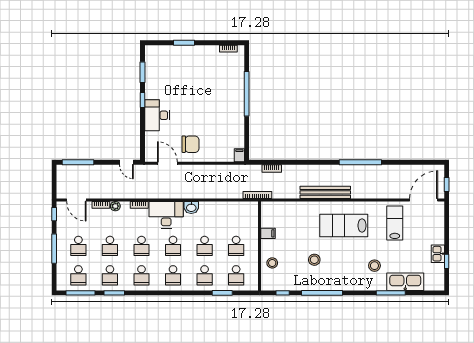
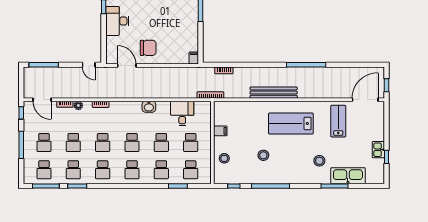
desk: (166, 215) -> (182, 113), moved, width x0.73

